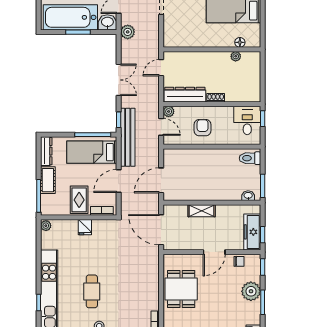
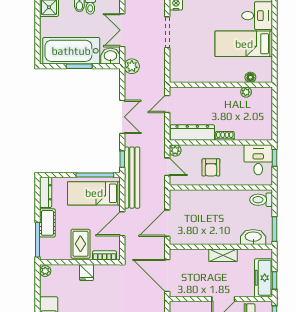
armchair: (203, 128) -> (211, 167), turned 180
washbasin: (248, 196) -> (253, 237), width x1.91, depth x1.45
shelving: (202, 211) -> (223, 255), moved

